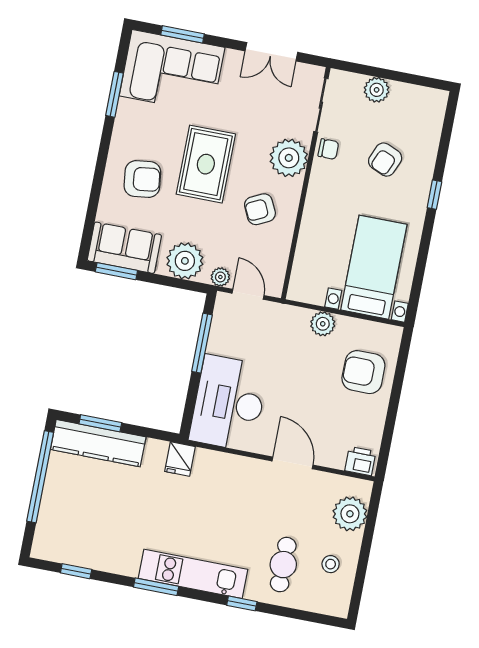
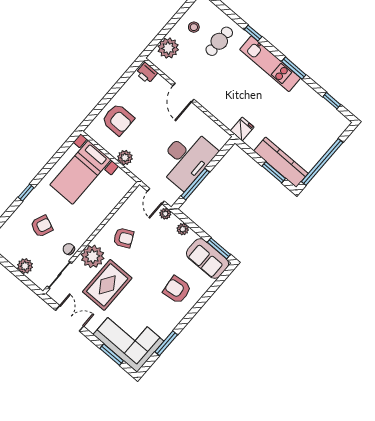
rug: (206, 164) -> (107, 285), moved
plant: (185, 261) -> (183, 229), width x0.53, depth x0.53
desk: (229, 403) -> (187, 159), moved

